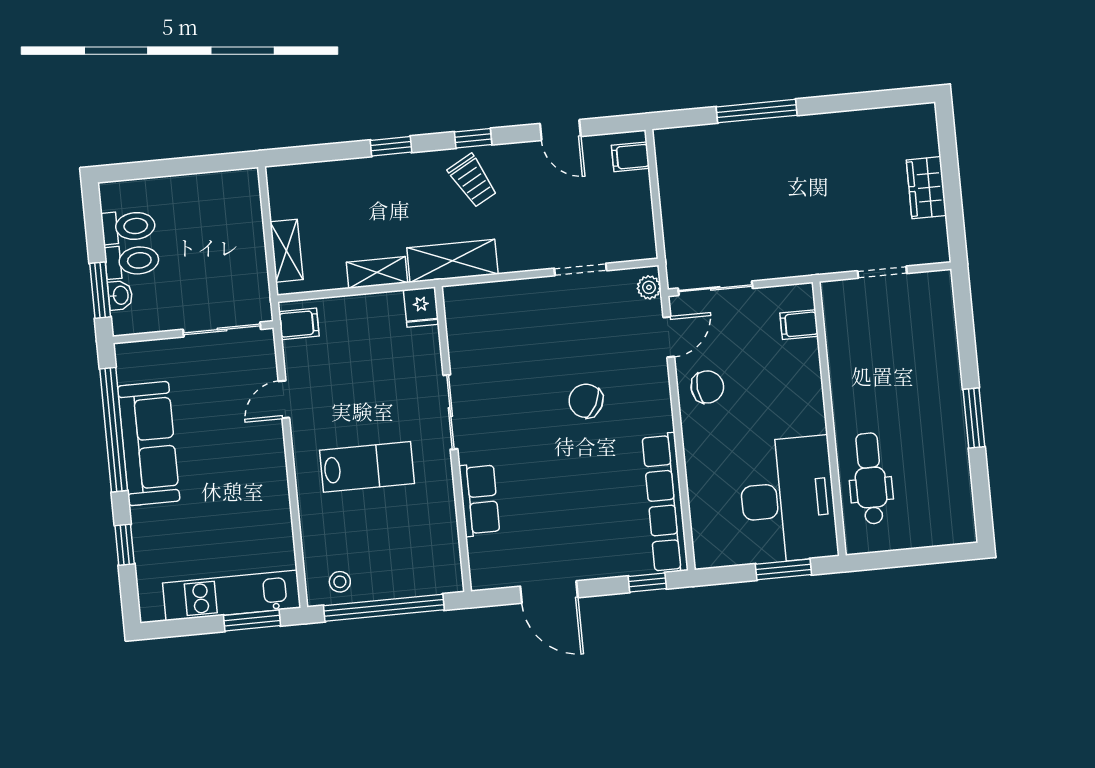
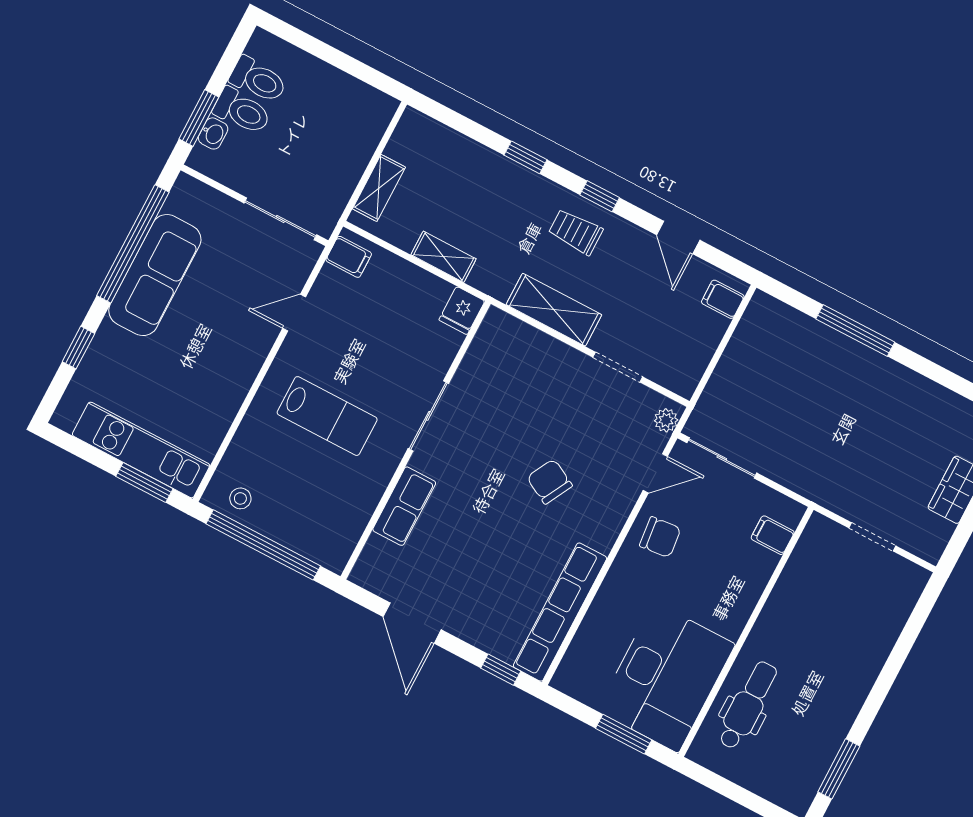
trolley: (472, 181) -> (576, 232), turned 119
shelving: (452, 261) -> (554, 310), moved
window: (974, 418) -> (839, 769), moved

